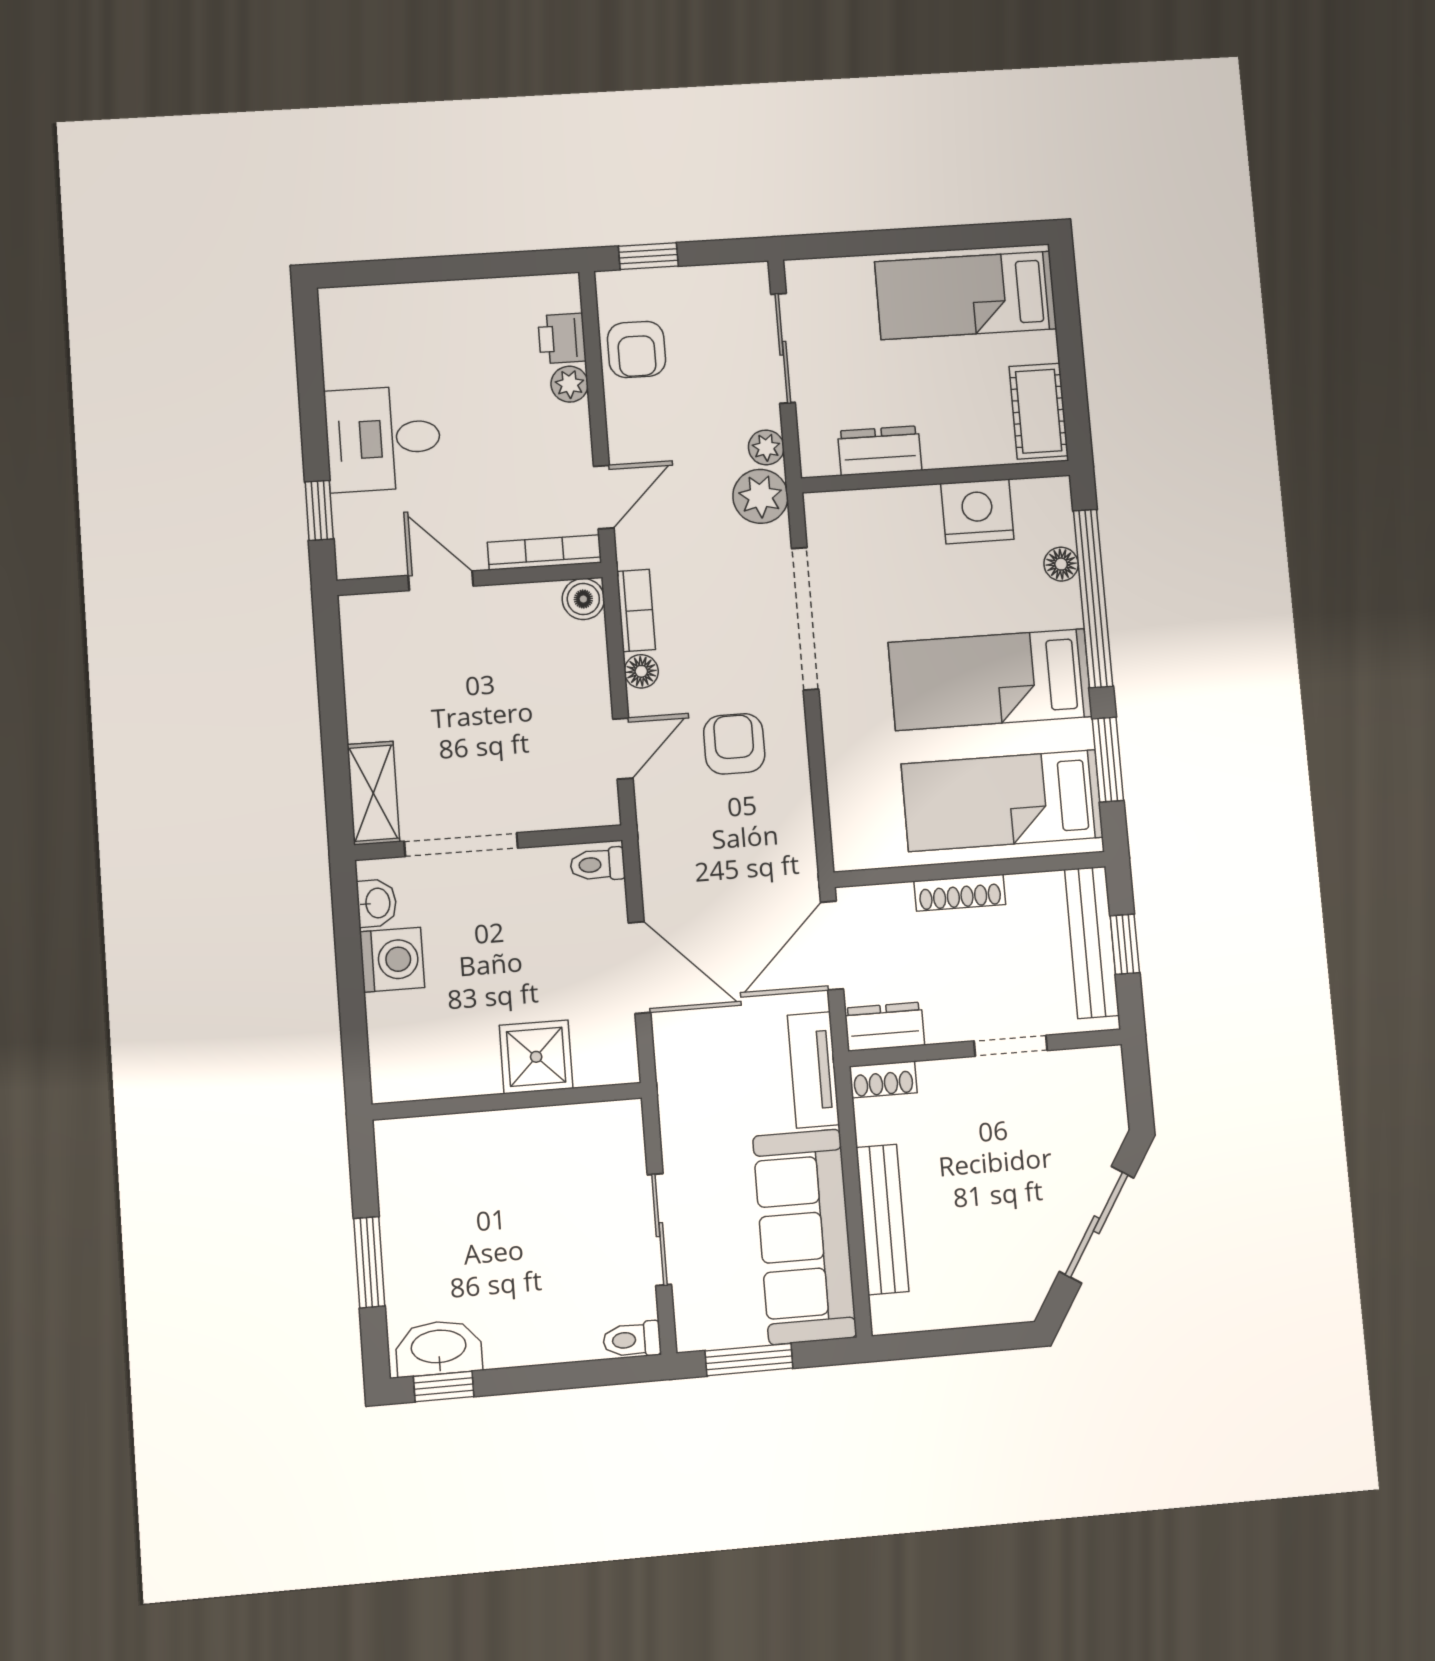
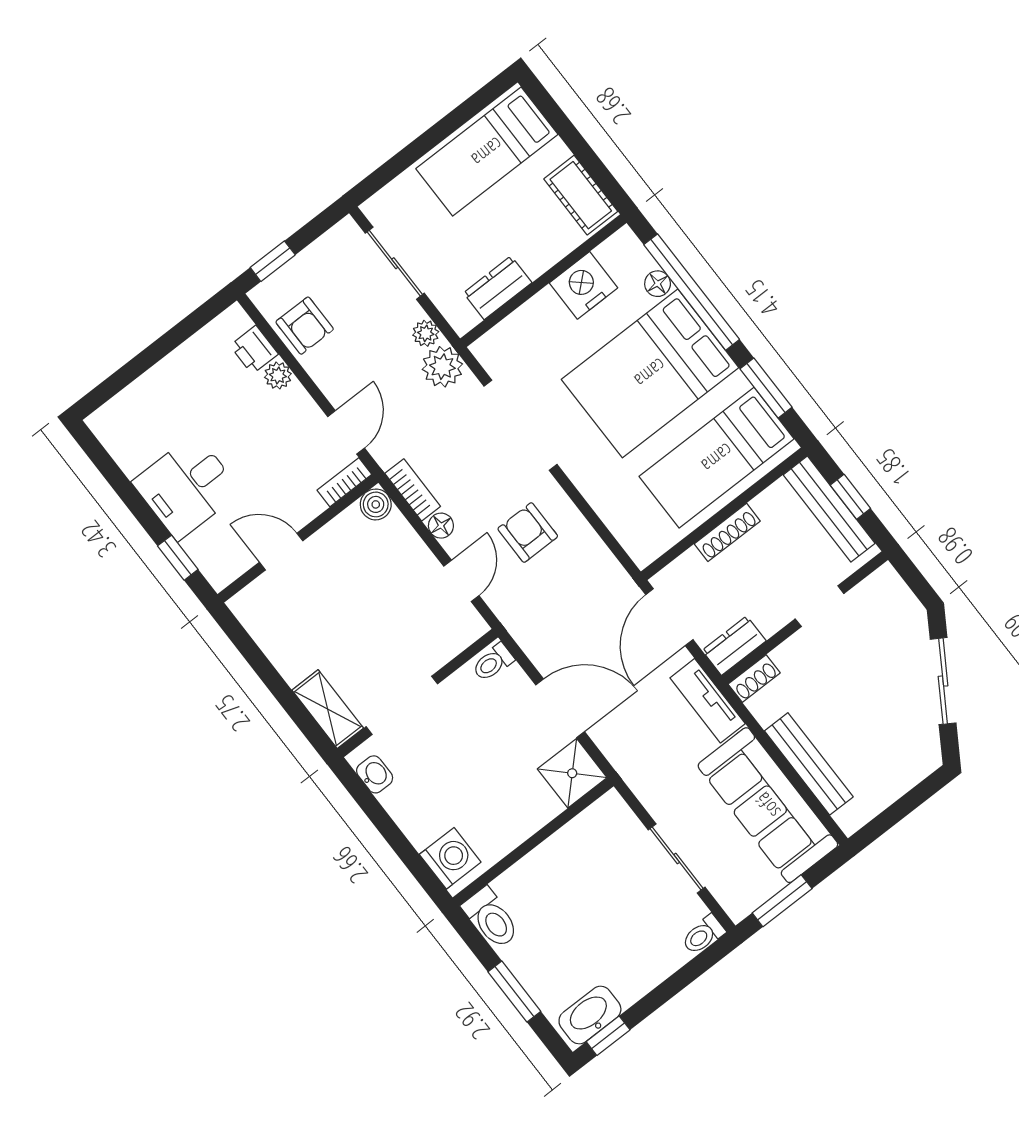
bookcase: (545, 552) -> (344, 482), width x0.64
bed: (990, 680) -> (650, 373), width x1.50
washing machine: (392, 960) -> (450, 858), moved
shower: (536, 1057) -> (572, 773), moved
toilet: (400, 1158) -> (491, 918), added

